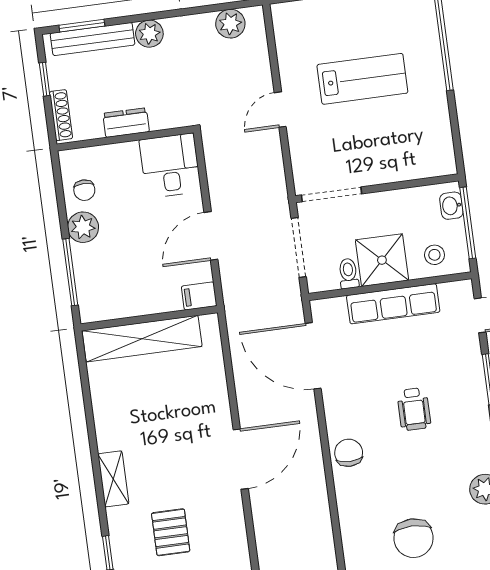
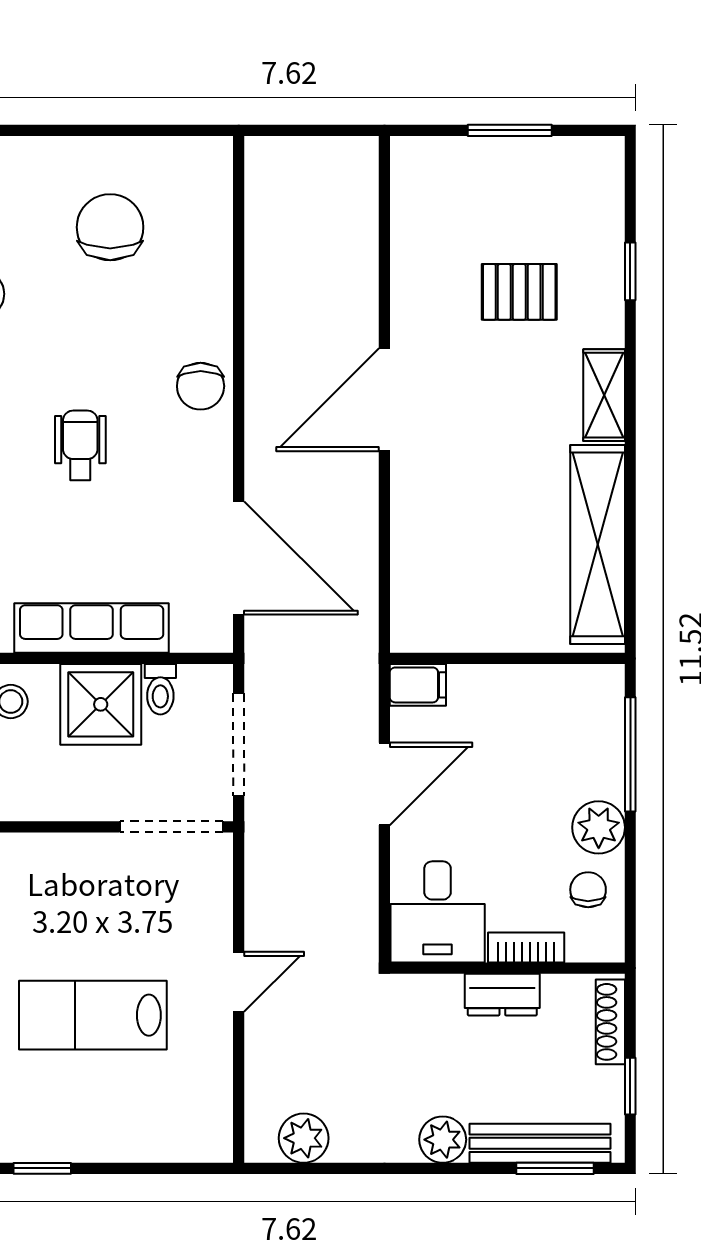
bookcase: (116, 152) -> (526, 947), added
shelving: (142, 339) -> (598, 544), moved, turned 90
pallet: (171, 532) -> (519, 292), turned 90

